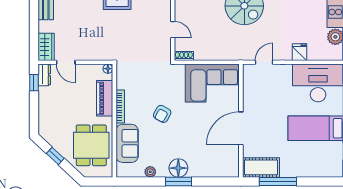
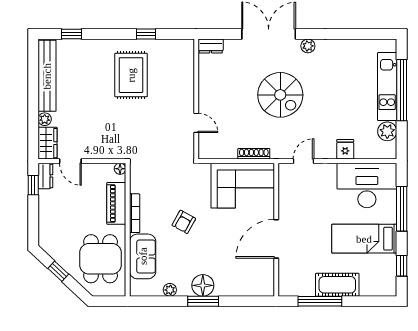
plant: (44, 26) -> (45, 119), added
shoe rack: (184, 56) -> (254, 154), moved, width x1.43
cot: (261, 167) -> (337, 285), moved

